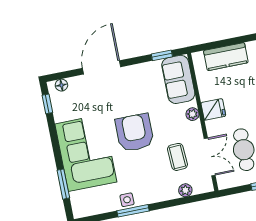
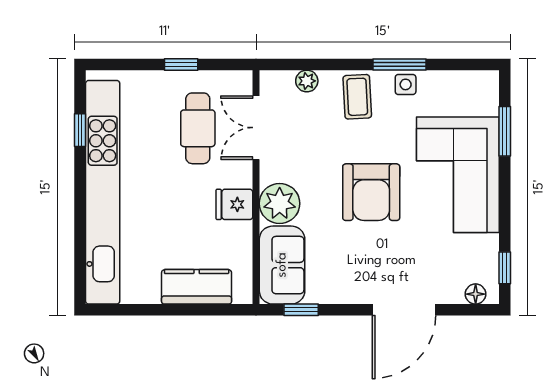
plant: (192, 114) -> (280, 203), width x1.88, depth x1.88
coffee table: (177, 157) -> (357, 97), moved

